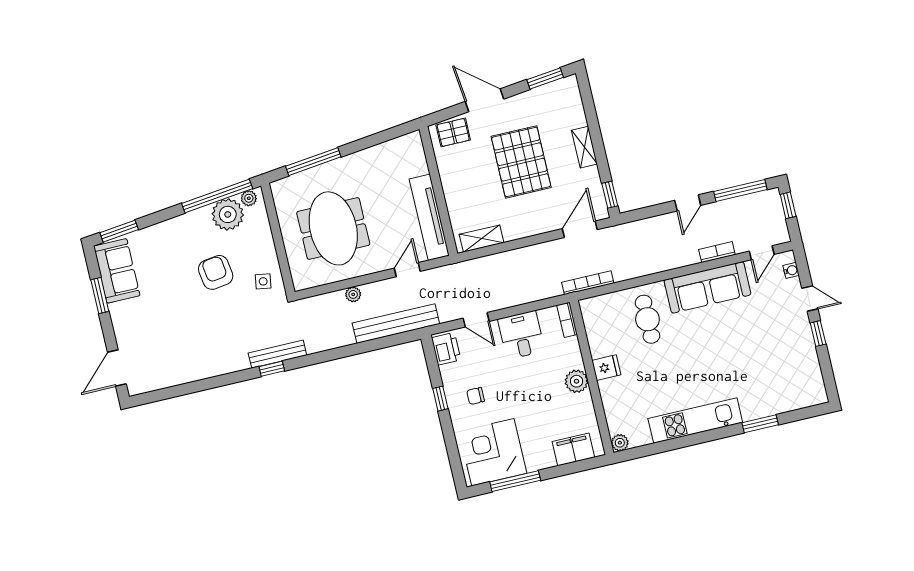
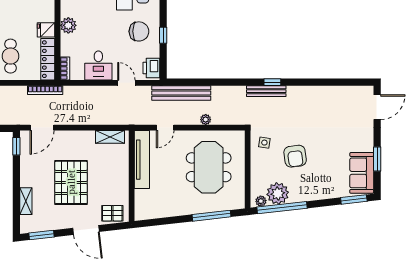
shelving: (584, 147) -> (26, 201), moved
locker: (594, 327) -> (48, 59), added
chair: (476, 396) -> (139, 31), width x1.87, depth x1.87

